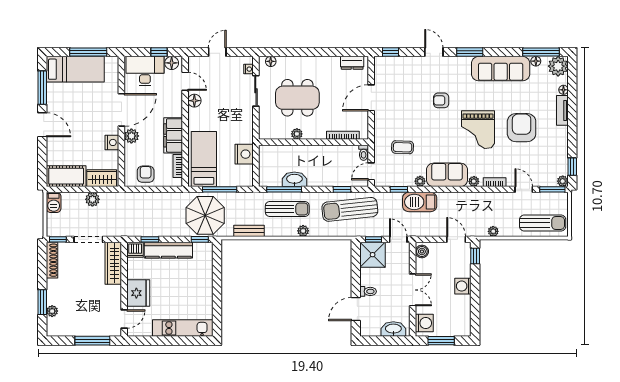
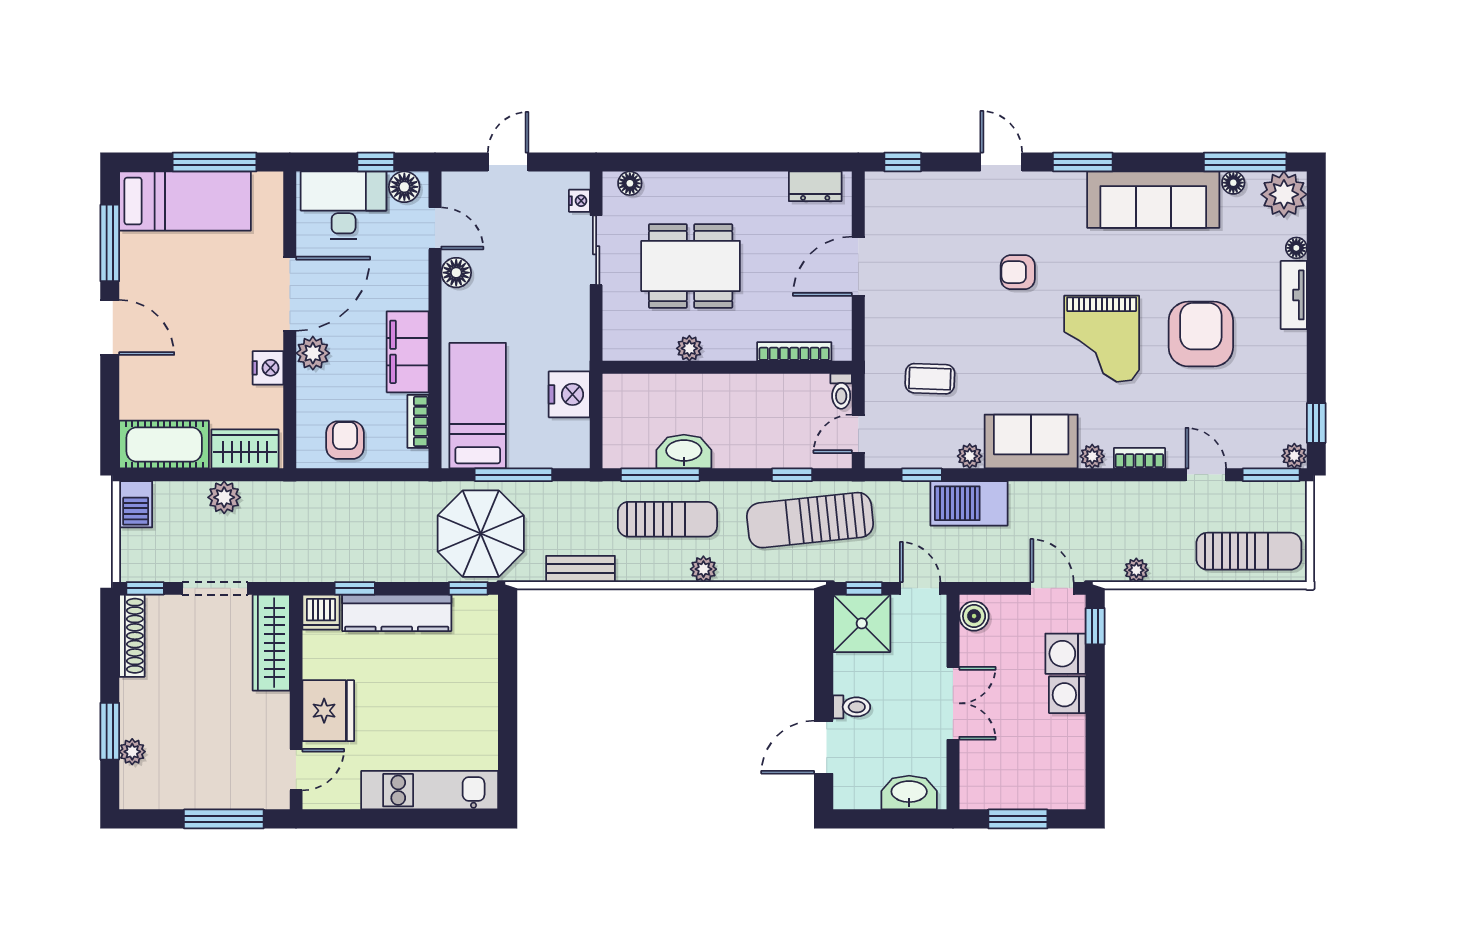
washing machine: (424, 323) -> (1066, 654), moved, turned 180

